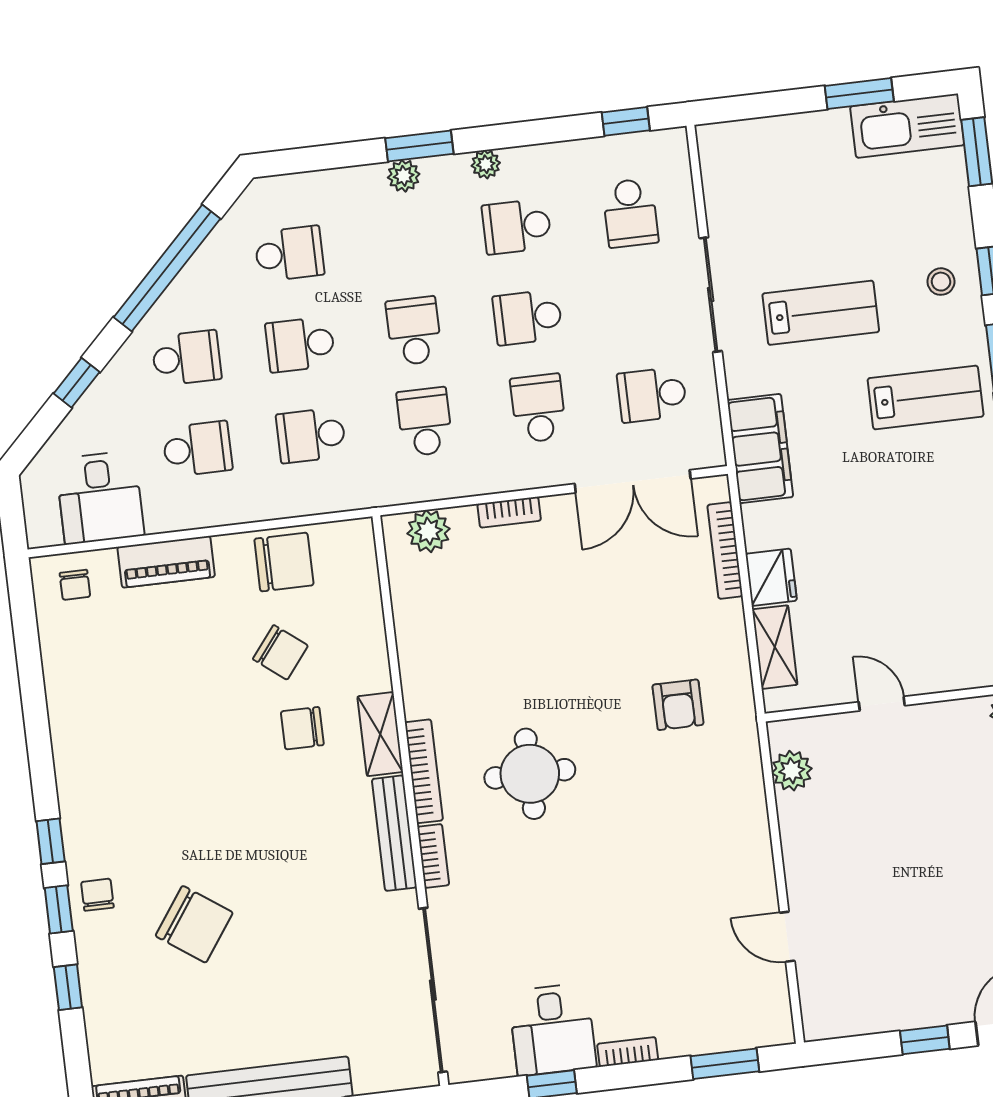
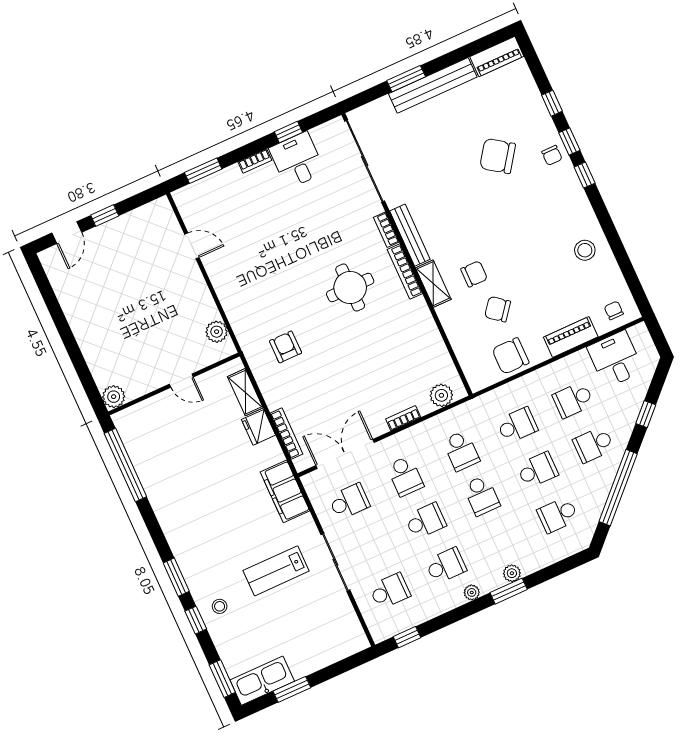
school desk: (630, 213) -> (390, 591), turned 90
lab bench: (926, 397) -> (209, 544), removed
stool: (92, 708) -> (585, 250), added

